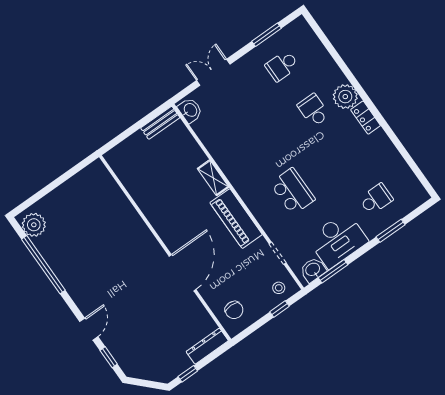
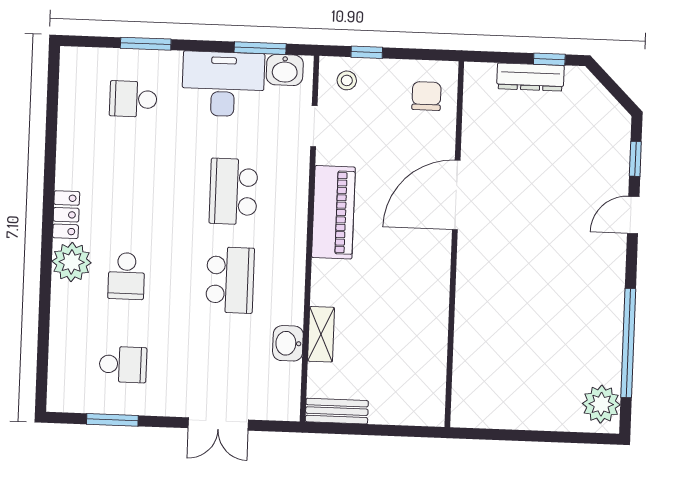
washbasin: (190, 110) -> (288, 343), moved
school desk: (261, 147) -> (230, 280), added
shelving: (213, 178) -> (321, 334), moved
dresser: (207, 346) -> (530, 77), moved

